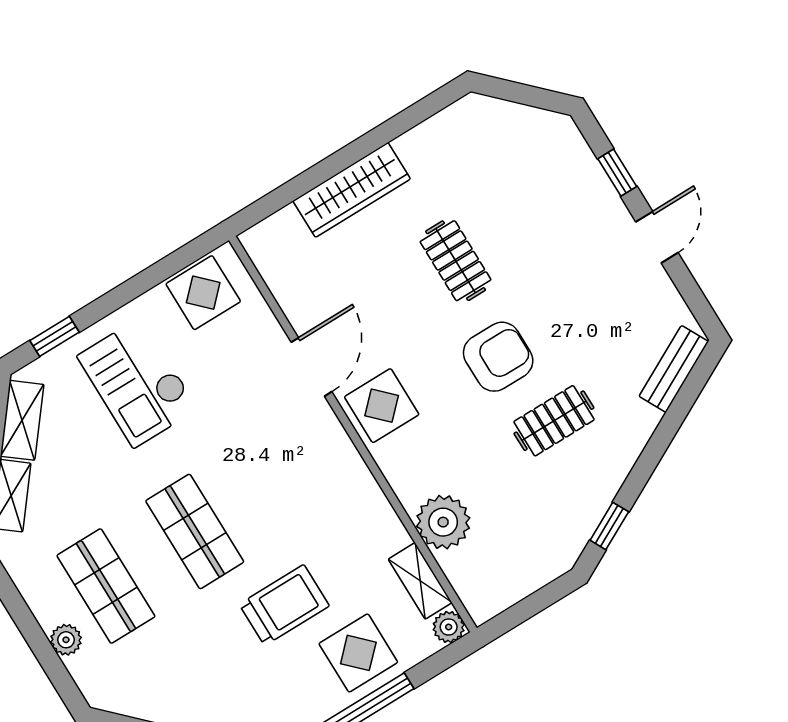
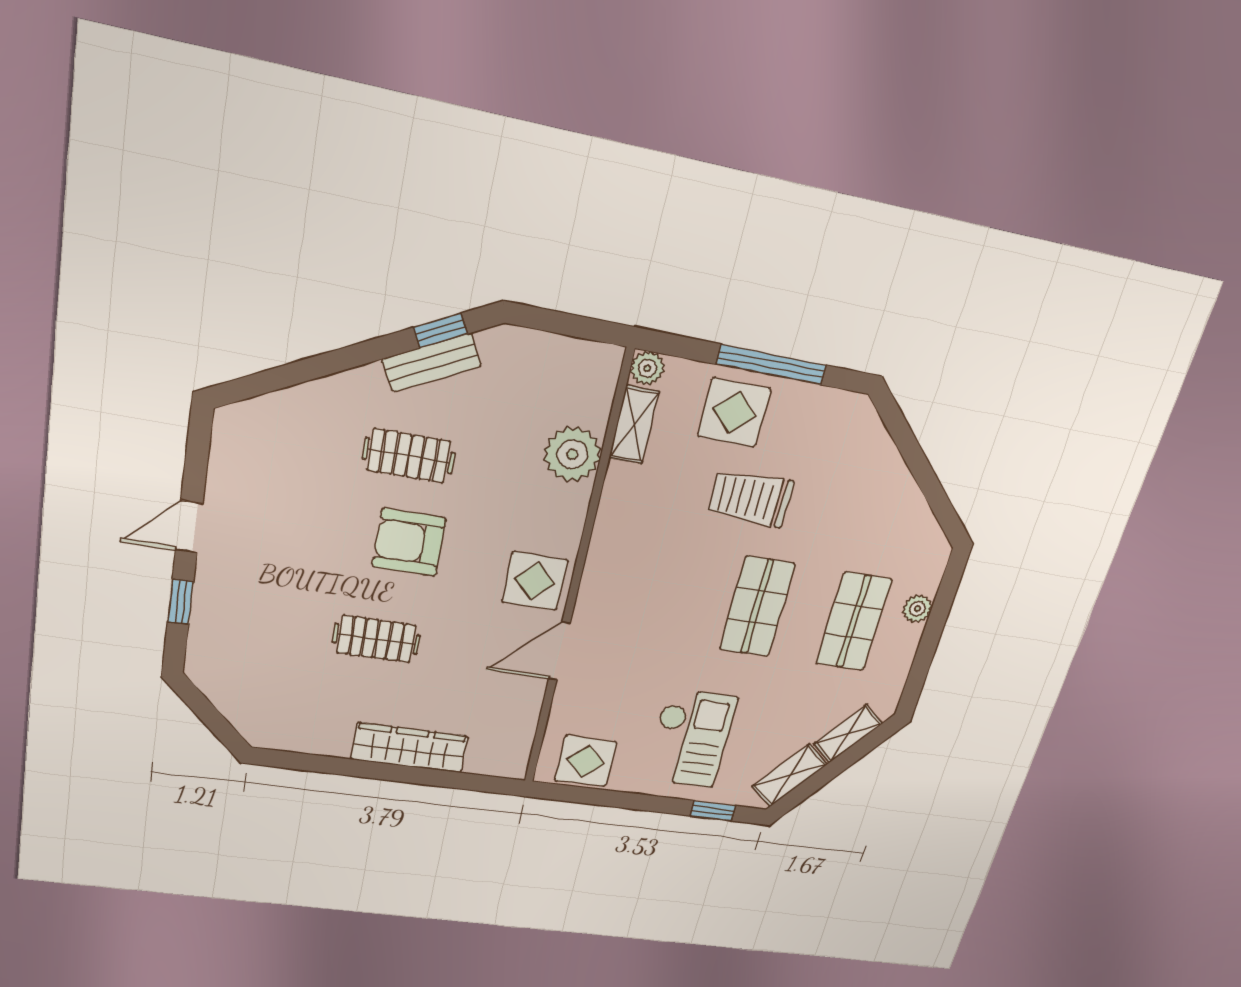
clothes rail: (456, 261) -> (376, 639), turned 90
bench: (674, 369) -> (432, 363), moved

